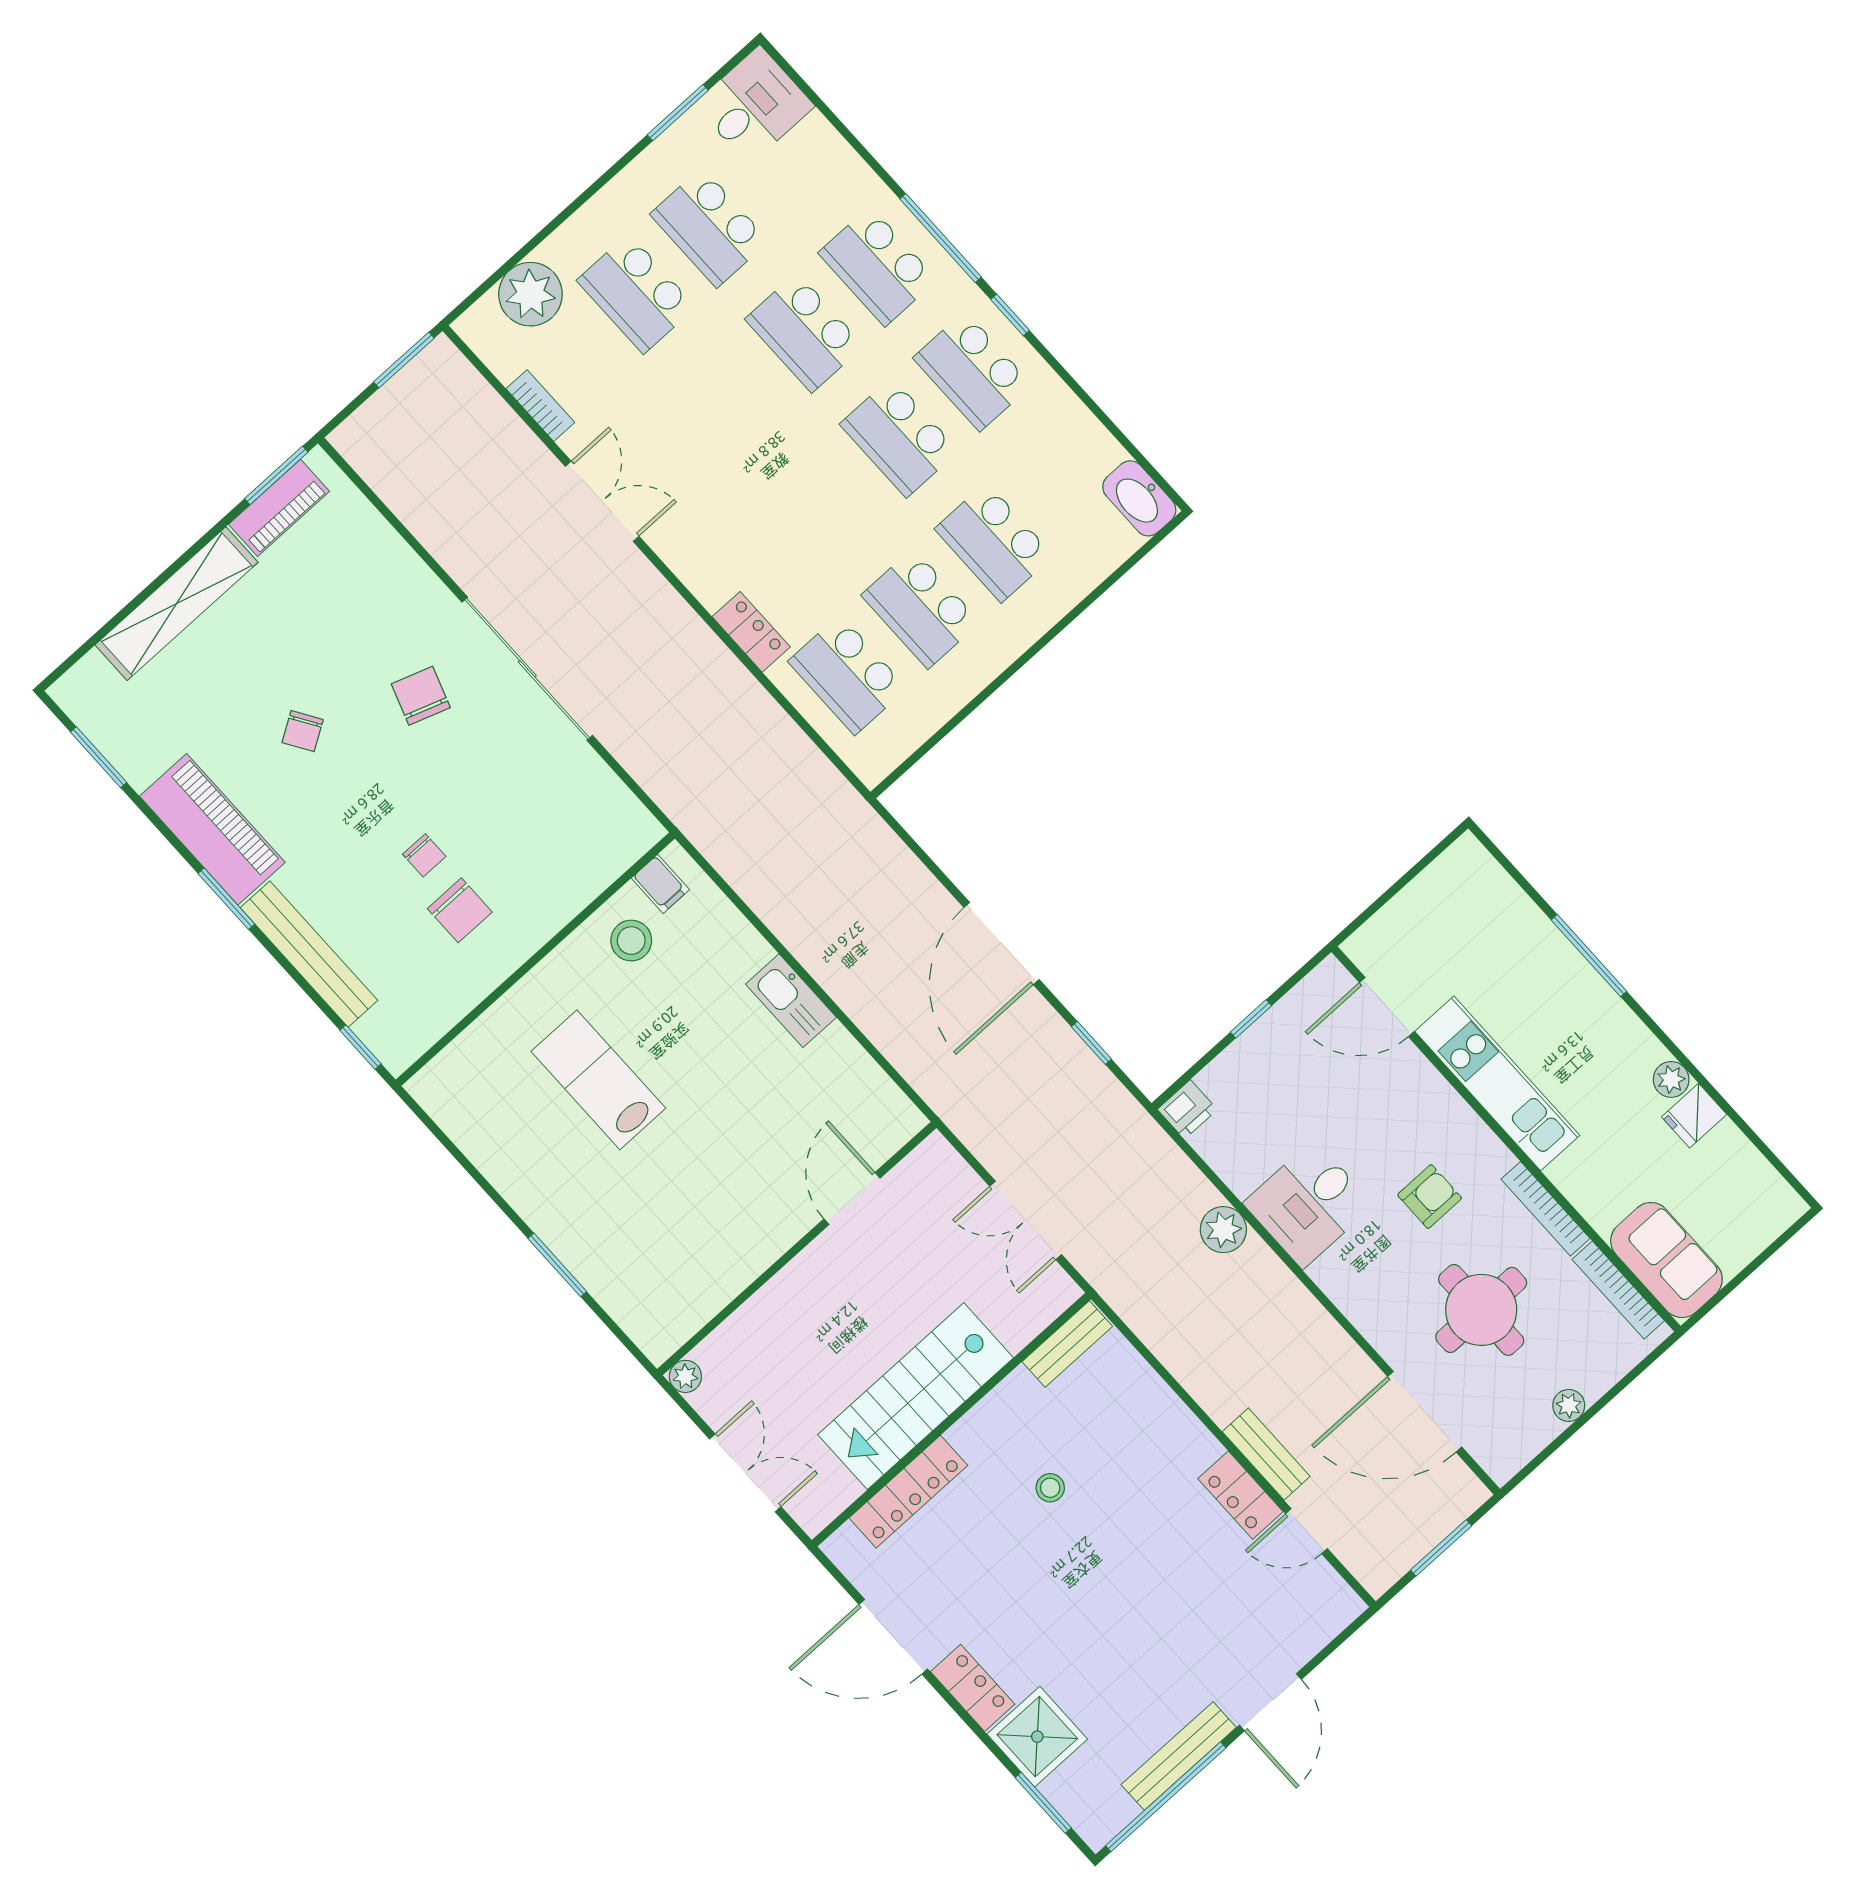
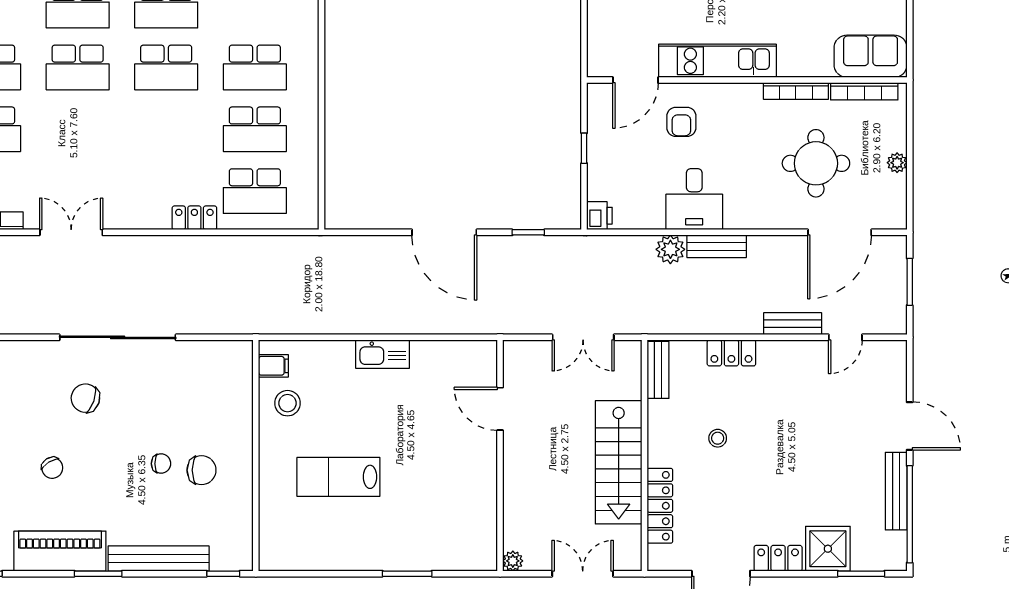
armchair: (1430, 1197) -> (681, 122), moved, turned 180
bench: (1277, 1281) -> (717, 246), added
locker: (1240, 1495) -> (731, 353), moved

